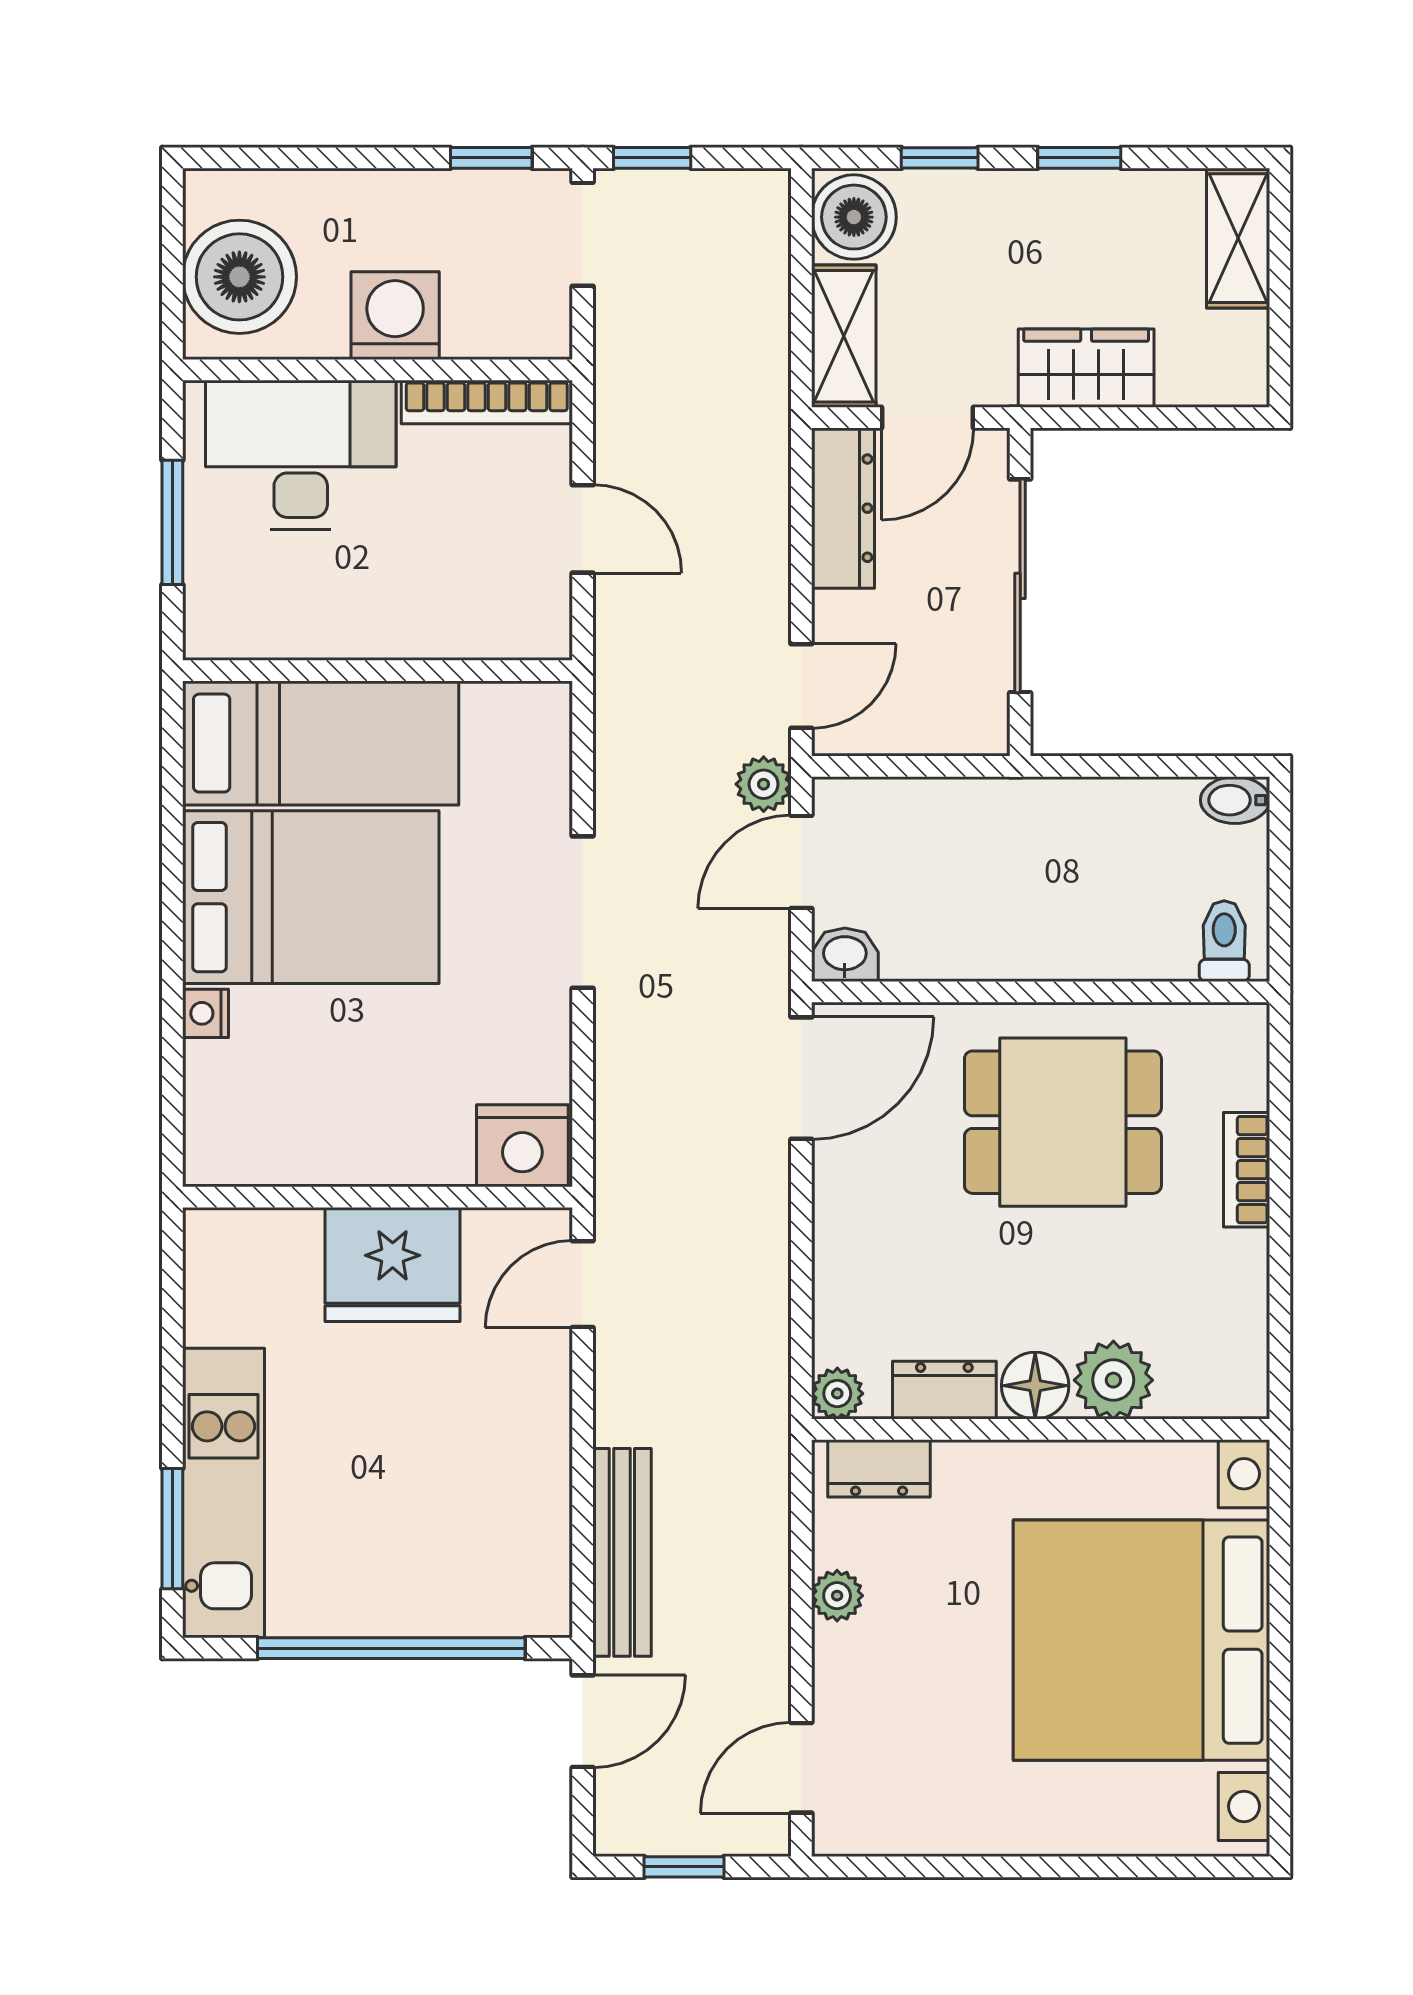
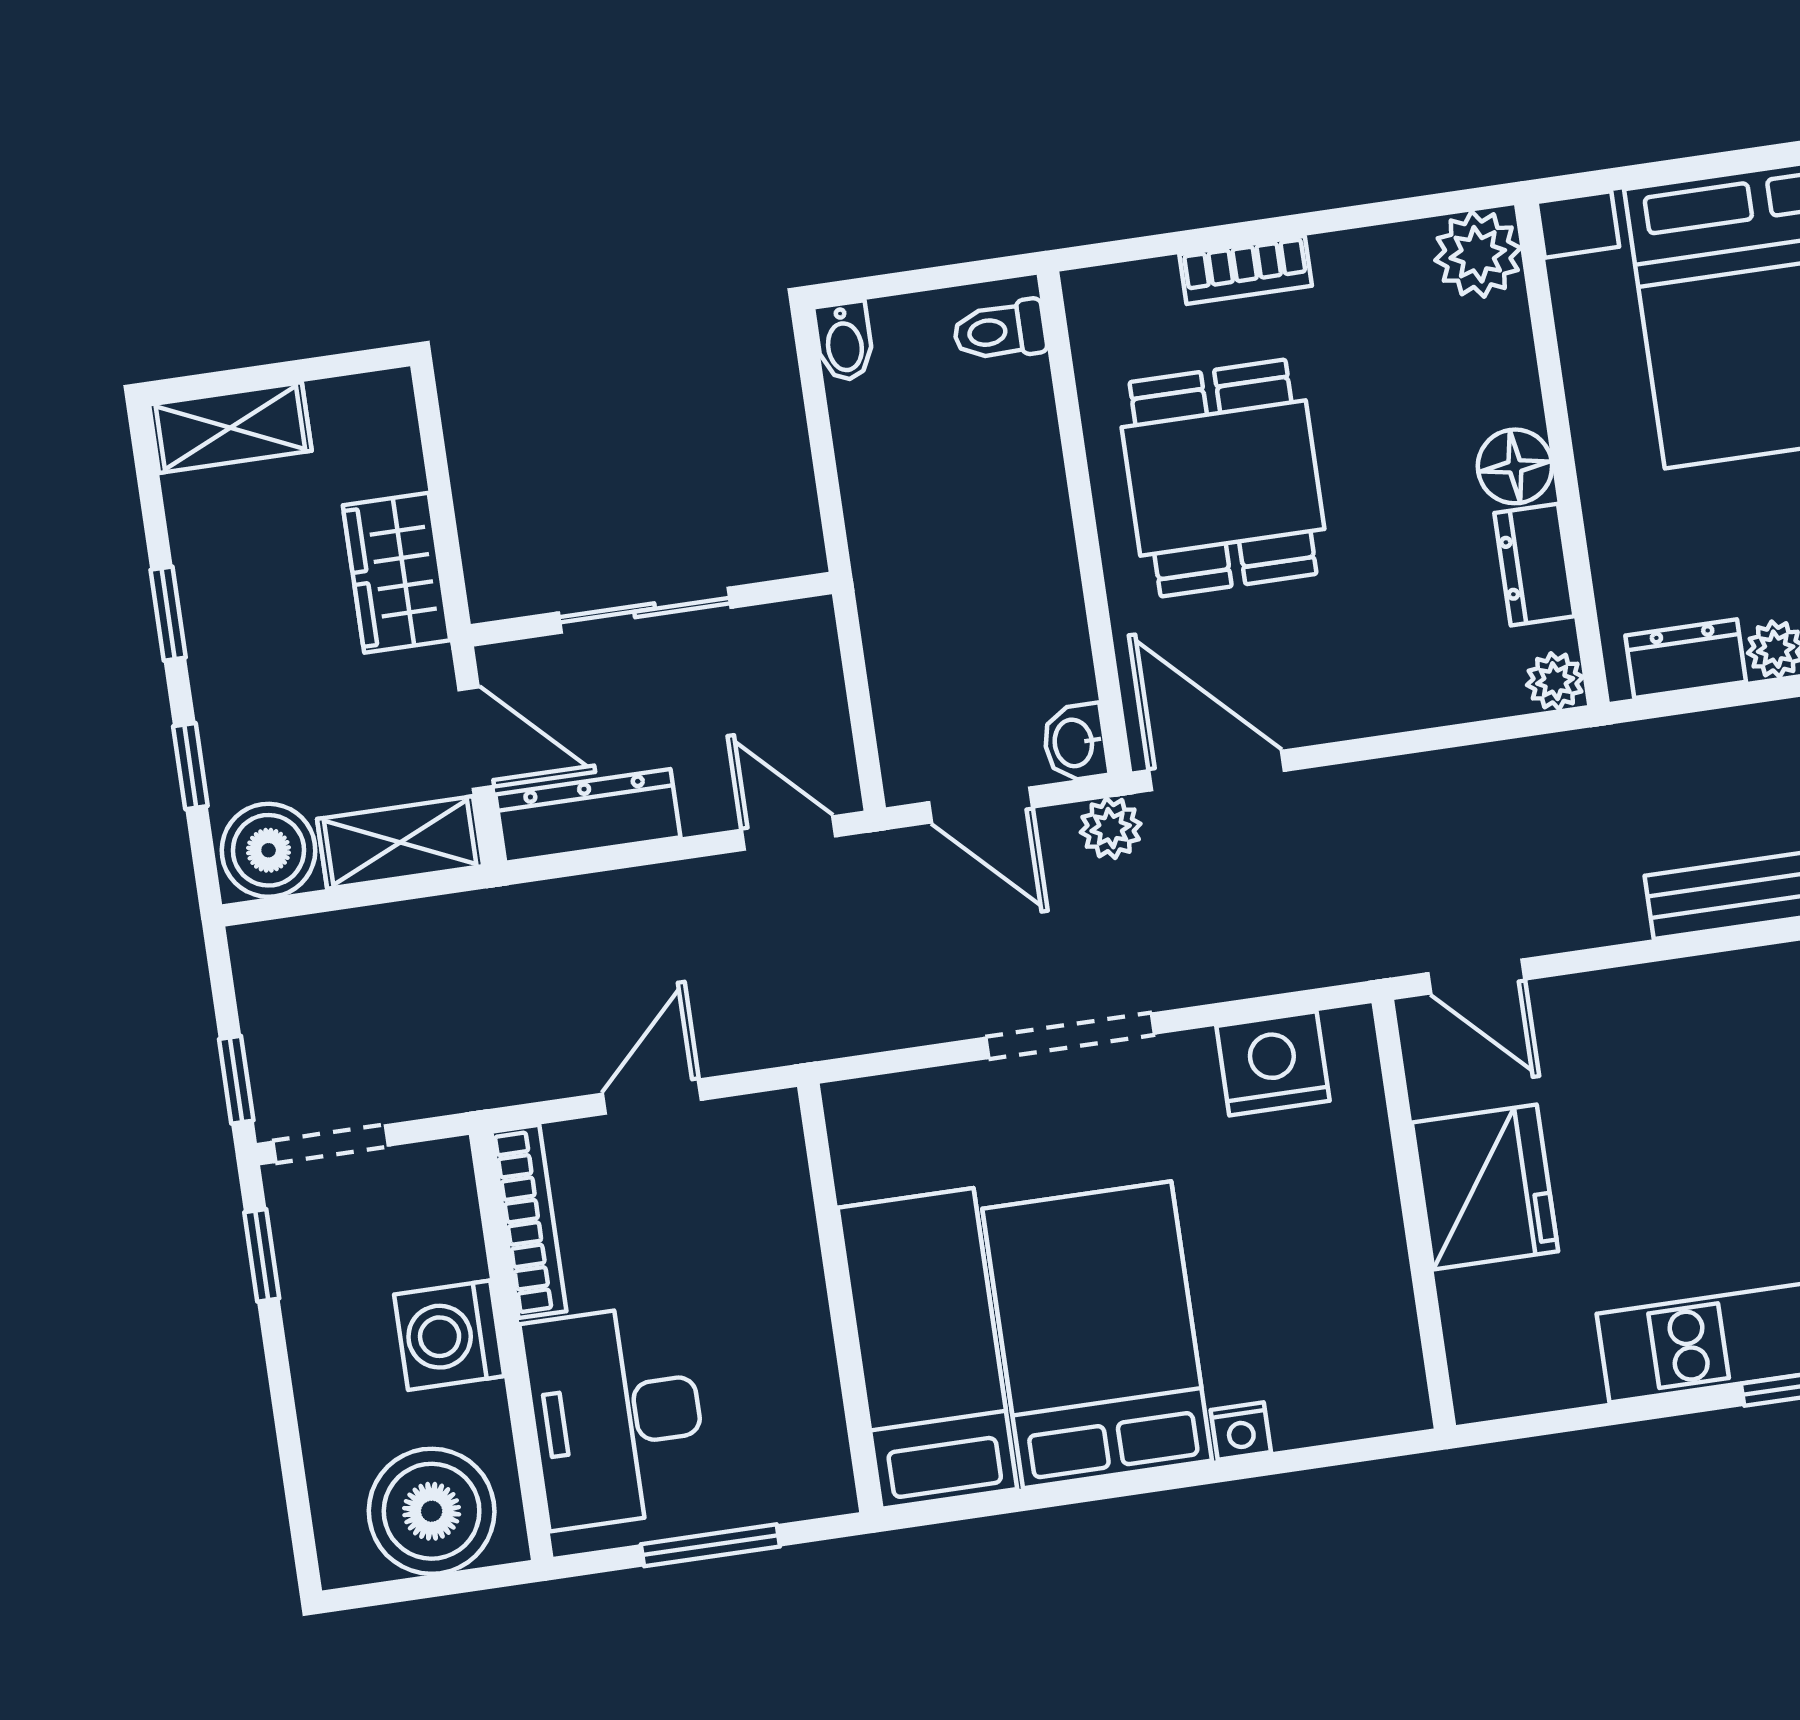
sliding door: (1020, 586) -> (645, 610), width x0.73
plant: (764, 784) -> (1111, 828), moved
nightstand: (522, 1146) -> (1273, 1063), moved, turned -90
plant: (1113, 1380) -> (1478, 254), moved
dresser: (879, 1468) -> (1686, 659), moved, turned -90

